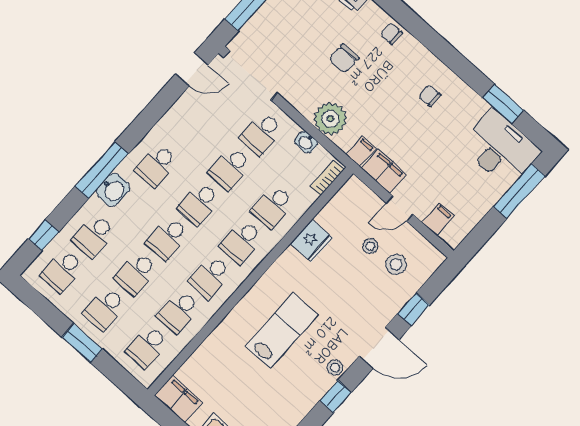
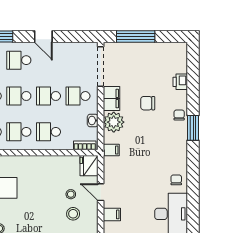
door: (192, 69) -> (43, 37), moved
chair: (430, 96) -> (176, 180), moved
window: (503, 104) -> (193, 128), moved
filing cabinet: (384, 171) -> (112, 99), moved
fridge: (311, 241) -> (89, 166), moved, turned 90

